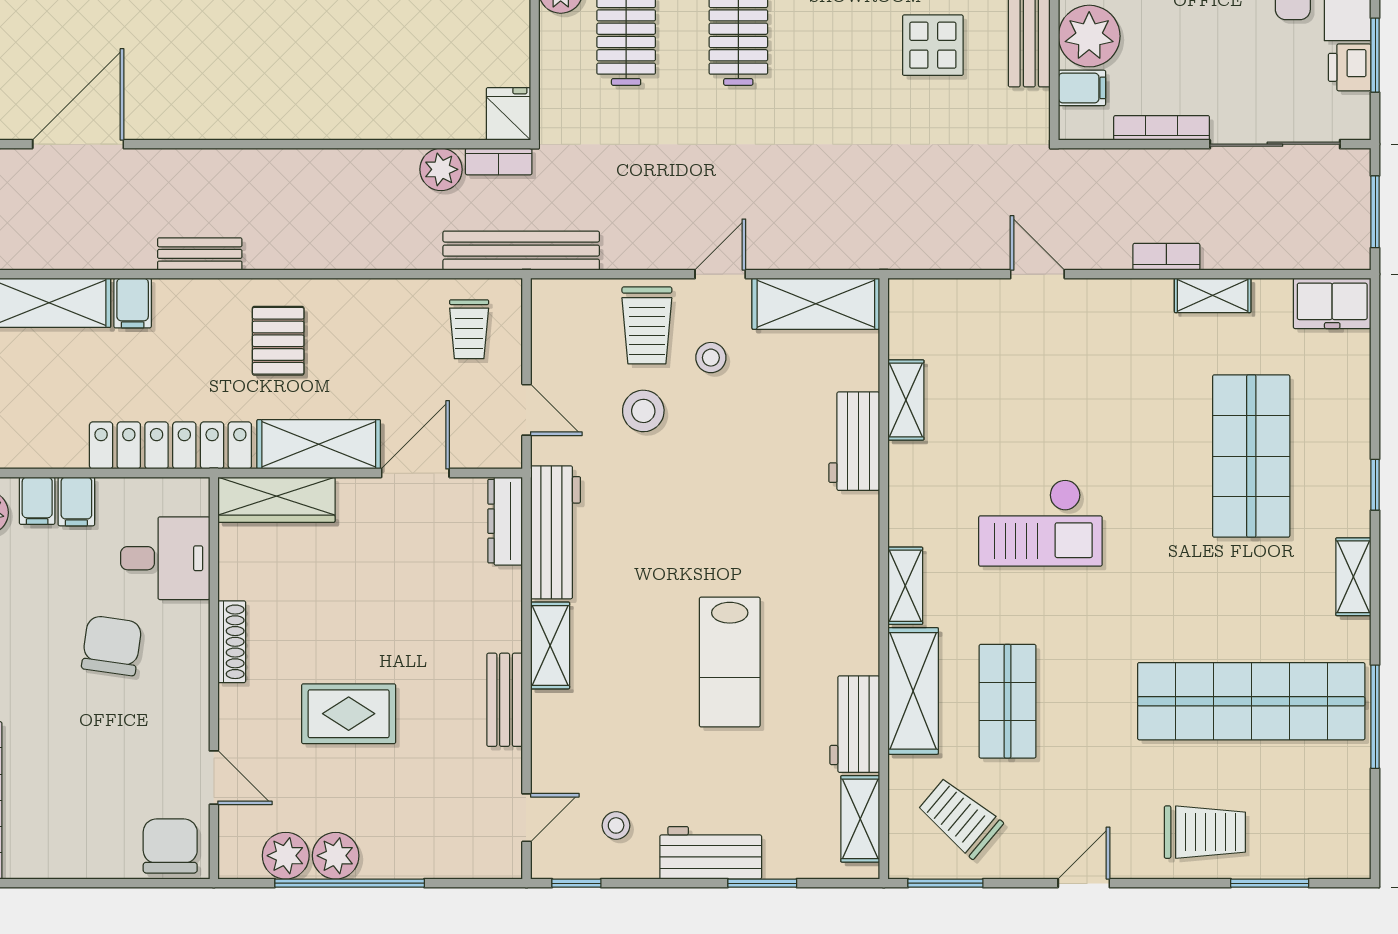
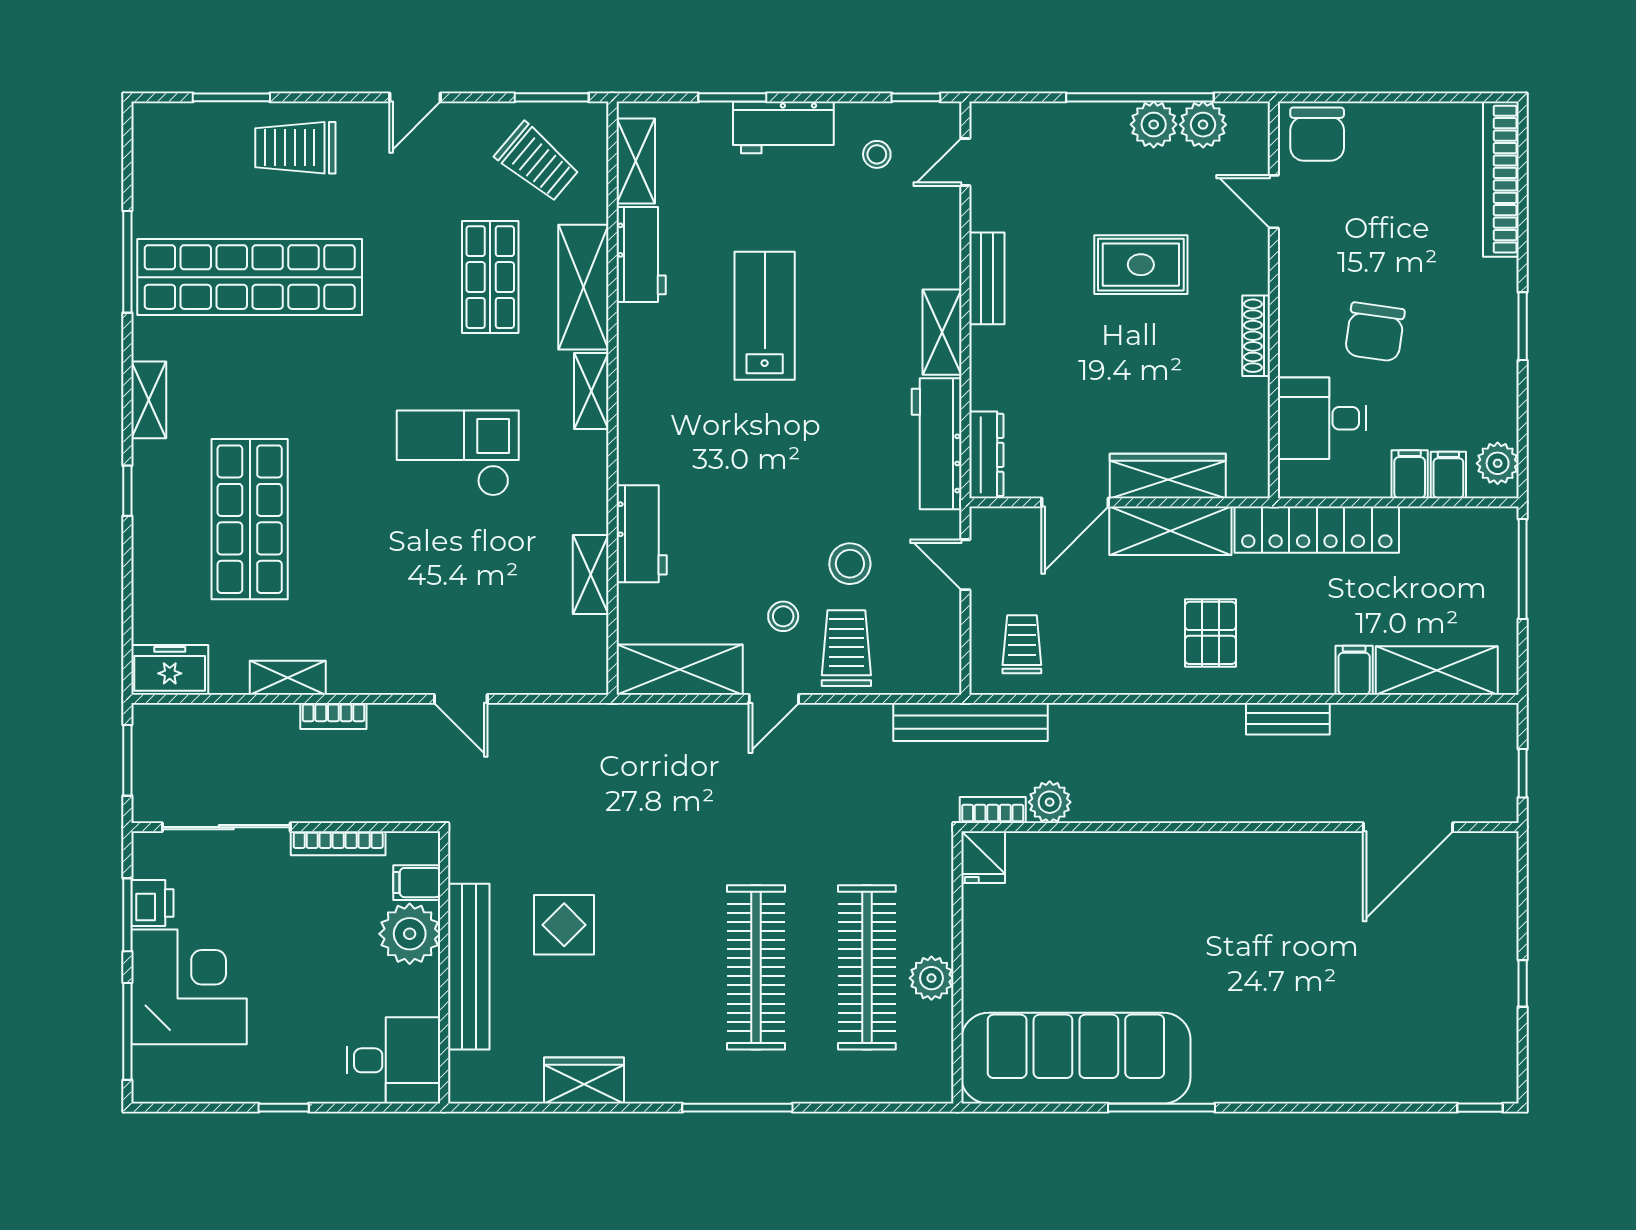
wardrobe: (276, 500) -> (1168, 476), moved

